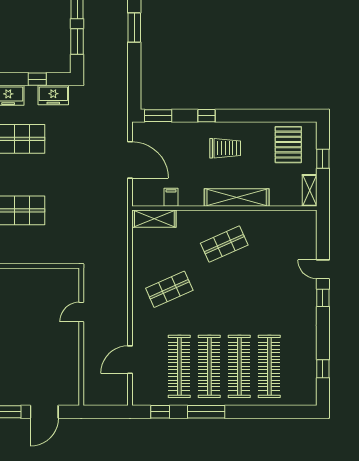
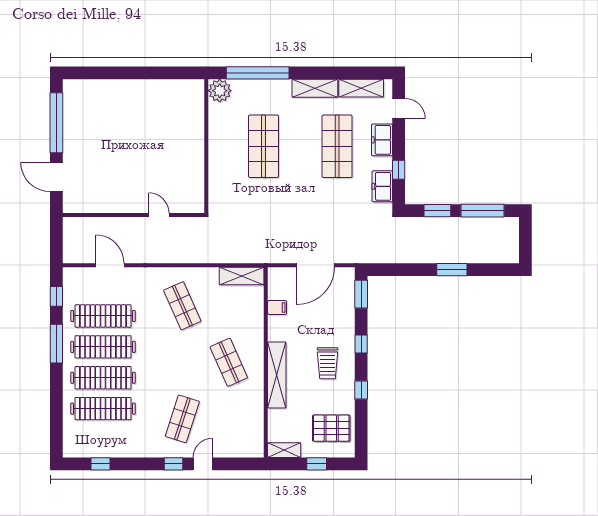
window: (251, 116) -> (361, 390), added
shelving: (154, 219) -> (242, 276), moved, turned 90
shop shelf: (279, 289) -> (182, 419), added

